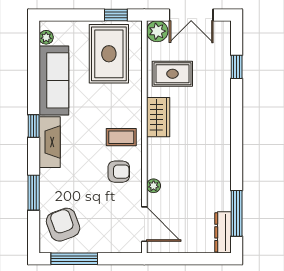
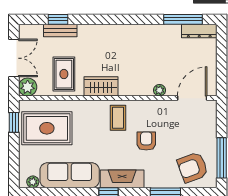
bench: (224, 70) -> (60, 30), added
armchair: (119, 172) -> (146, 141), moved

